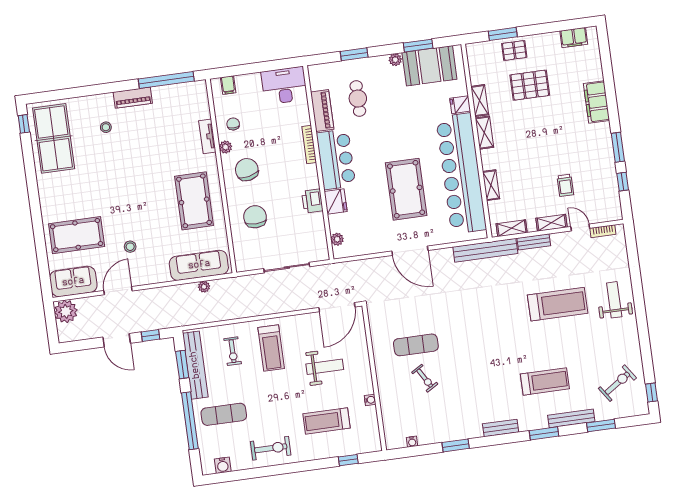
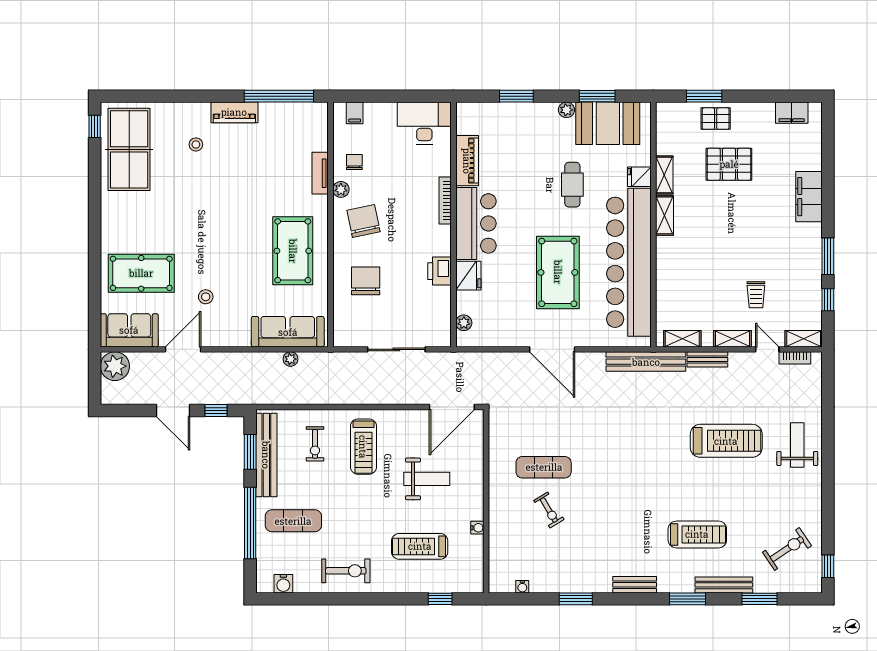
cafe table: (358, 99) -> (572, 185), moved
shelving: (491, 185) -> (804, 339), moved, turned 90

